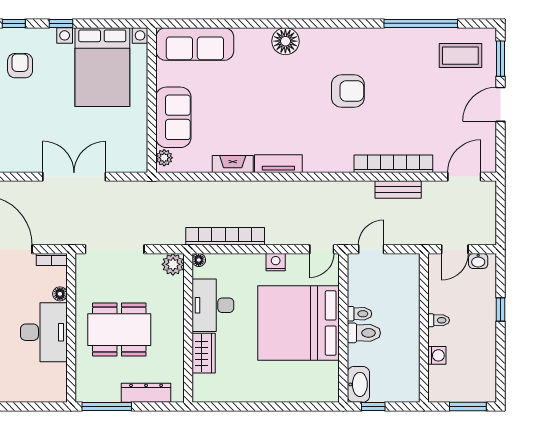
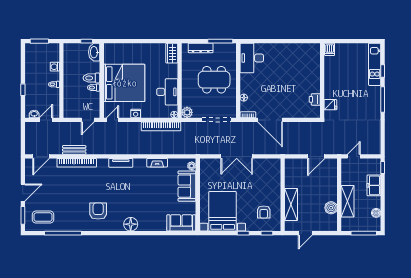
sofa: (195, 44) -> (181, 223), width x0.73
armchair: (348, 91) -> (98, 211), moved, turned 90
tv unit: (278, 164) -> (121, 163), moved
desk: (44, 332) -> (252, 58), moved
wardrobe: (204, 353) -> (172, 53), moved

